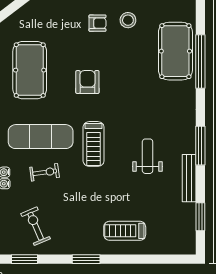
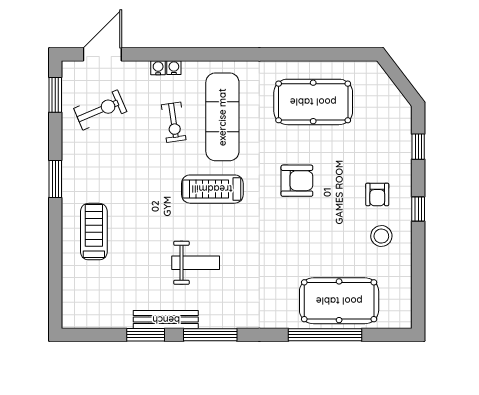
window: (200, 217) -> (146, 335), moved

